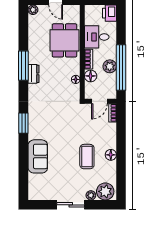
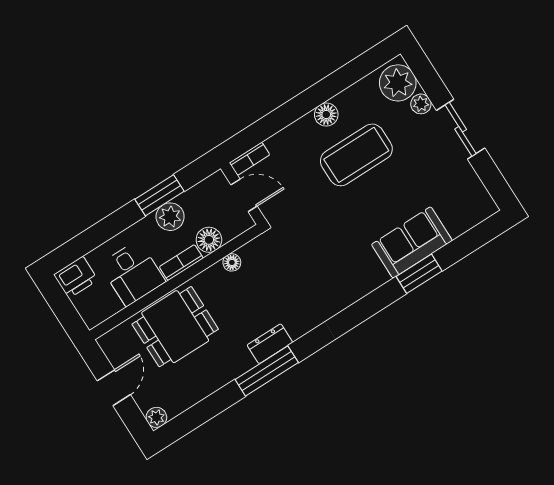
window: (121, 68) -> (159, 195), width x0.47
window: (23, 123) -> (419, 274), moved
coffee table: (87, 157) -> (356, 155), width x1.36, depth x1.32

